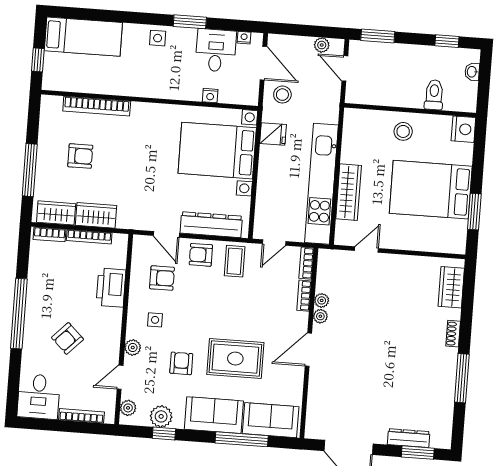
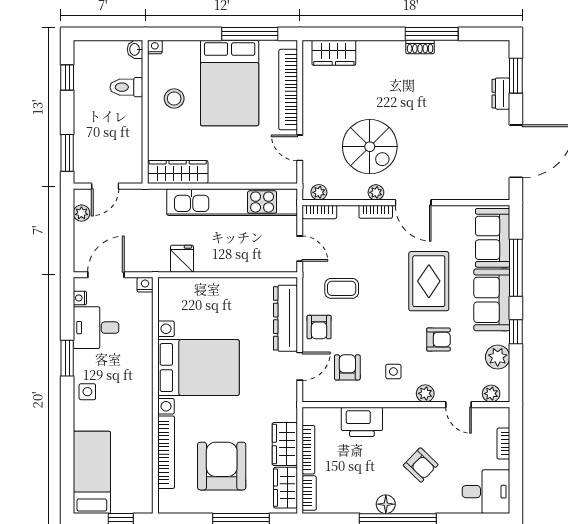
washbasin: (472, 72) -> (135, 49), moved, turned 90
stool: (282, 95) -> (138, 252), removed
nightstand: (210, 96) -> (145, 285), moved, turned -90
nightstand: (463, 129) -> (155, 47), width x0.53, depth x0.56
stool: (403, 131) -> (174, 98), moved
bed with nightstands: (217, 151) -> (198, 368), moved, turned -90
armchair: (80, 156) -> (222, 466), width x1.88, depth x1.88
wardrobe: (349, 192) -> (178, 172), moved
window: (474, 212) -> (250, 34), width x1.44
bookcase: (421, 243) -> (288, 90), added
coffee table: (235, 261) -> (342, 288), moved
bookcase: (304, 296) -> (376, 212), moved
plant: (322, 300) -> (319, 192), moved
floor lamp: (34, 304) -> (386, 504), added
spiral stairs: (363, 314) -> (370, 147), added
shoe rack: (453, 334) -> (420, 47), moved
armchair: (181, 363) -> (438, 339), turned 180
bookcase: (82, 416) -> (503, 443), width x0.64
window: (164, 433) -> (516, 332), moved
dresser: (409, 438) -> (501, 94), width x0.70

